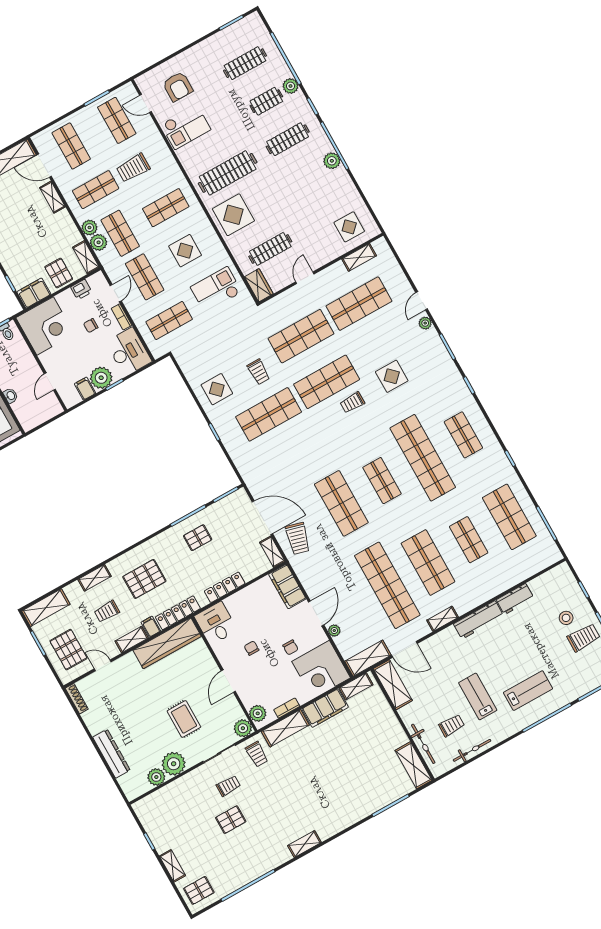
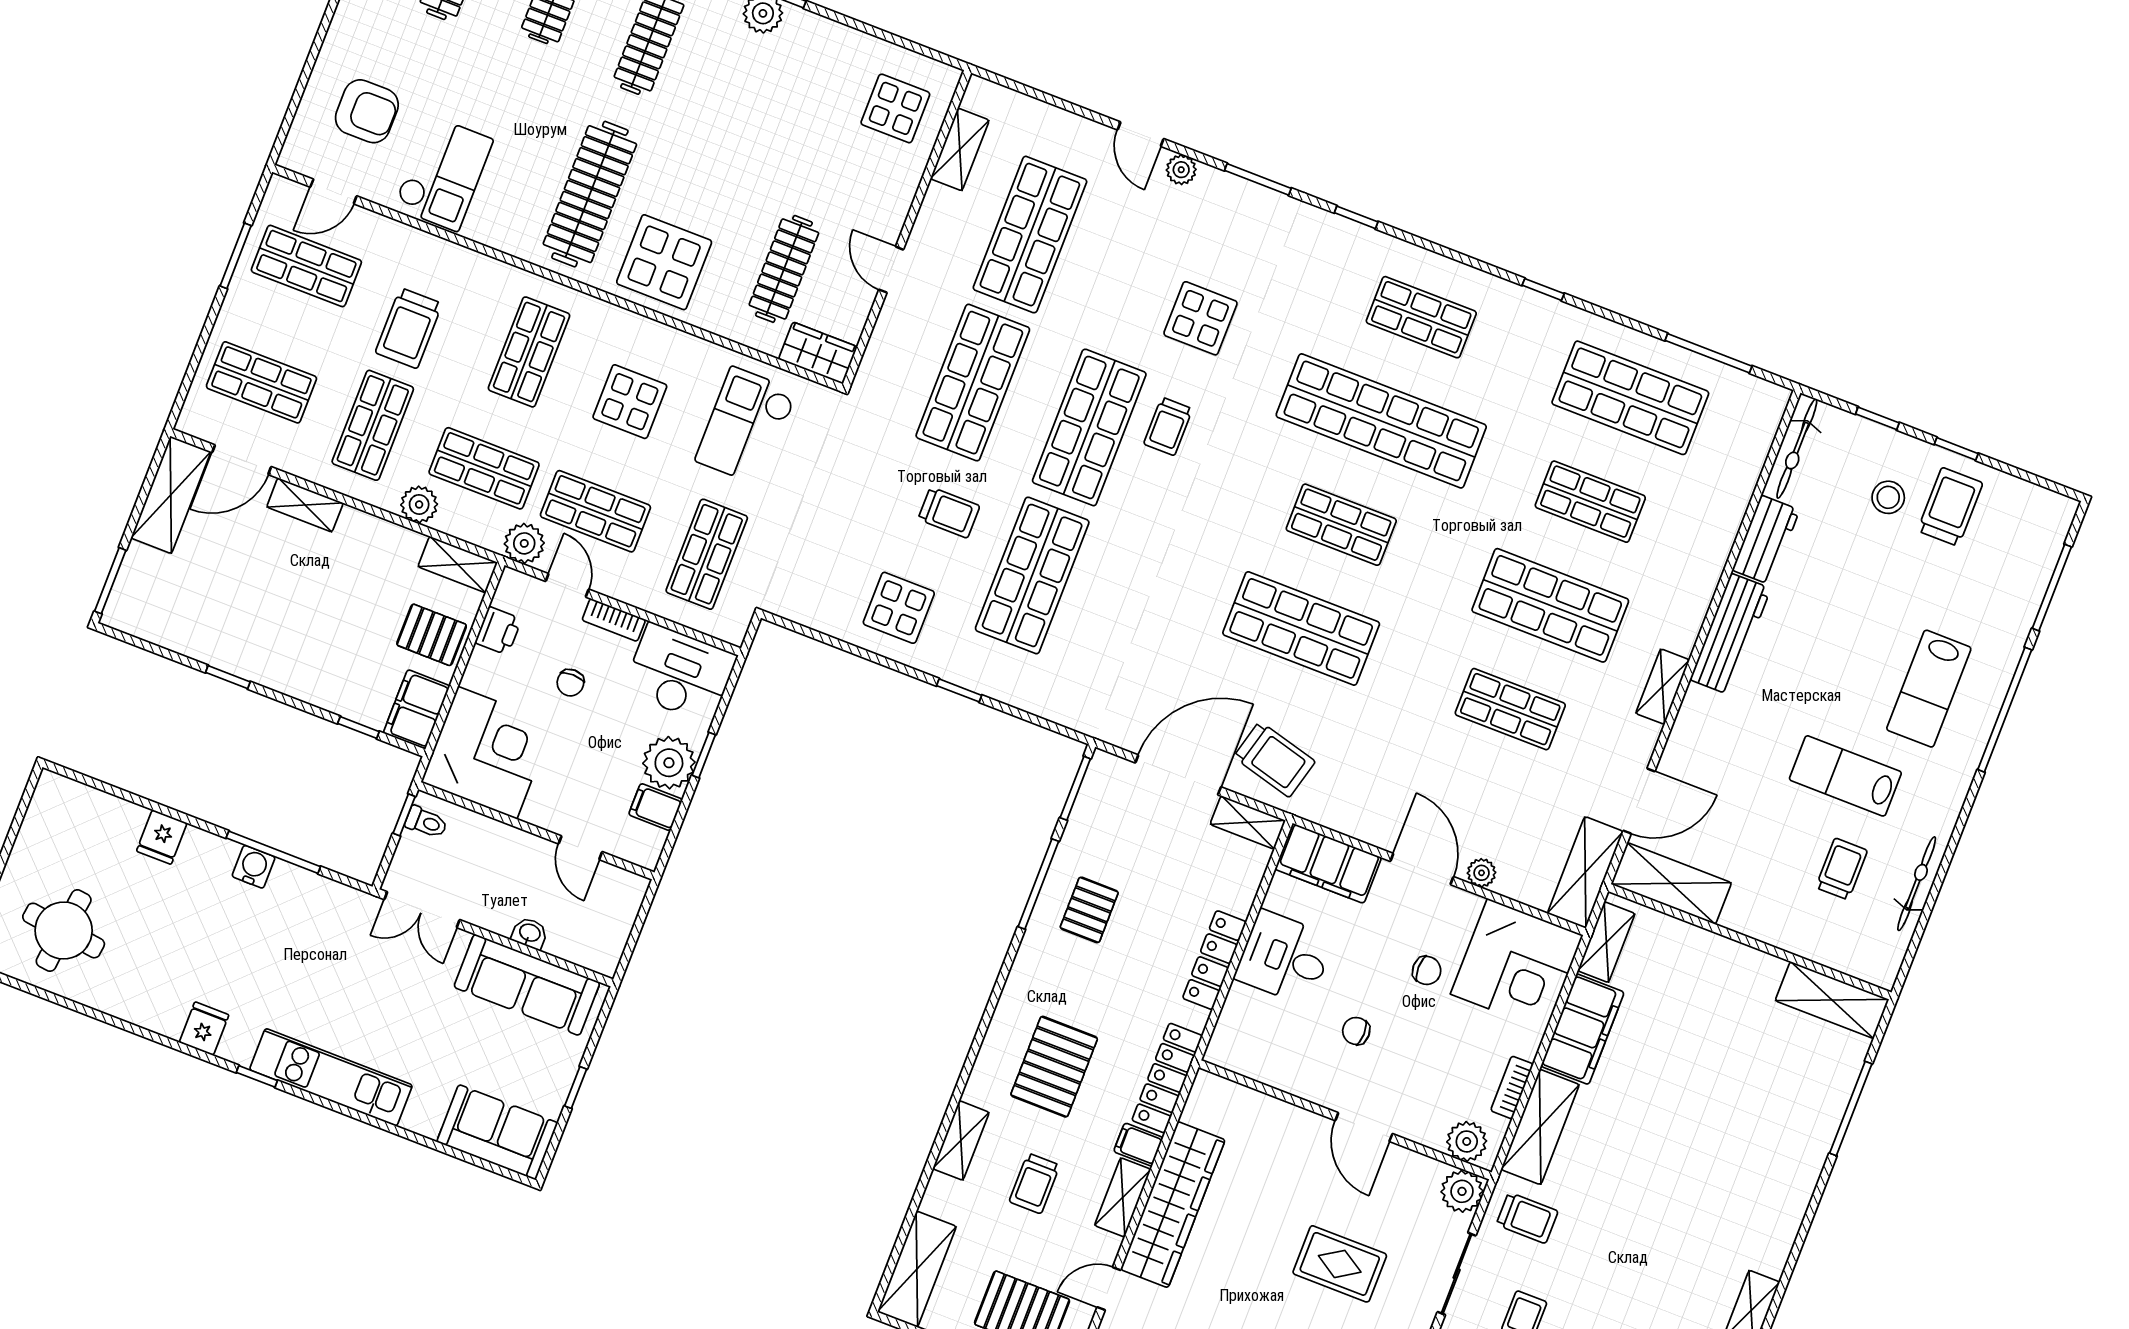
plant: (99, 242) -> (524, 543), moved
shop shelf: (387, 585) -> (1510, 709), width x0.50, depth x0.74
desk: (216, 623) -> (1284, 958), moved
wardrobe: (167, 643) -> (1173, 1205), moved
lab bench: (528, 691) -> (1929, 689), turned 180
bicycle: (423, 744) -> (1797, 449), moved, turned 90

